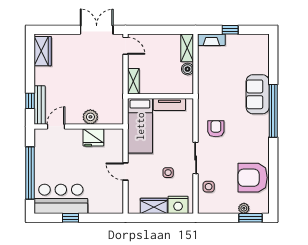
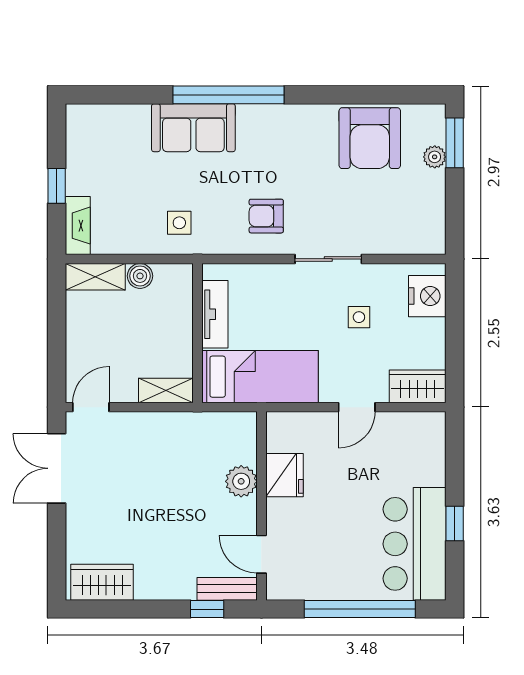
bench: (40, 105) -> (227, 589), width x0.73
side table: (209, 187) -> (179, 223), moved
wardrobe: (154, 206) -> (418, 386), moved, turned 90

